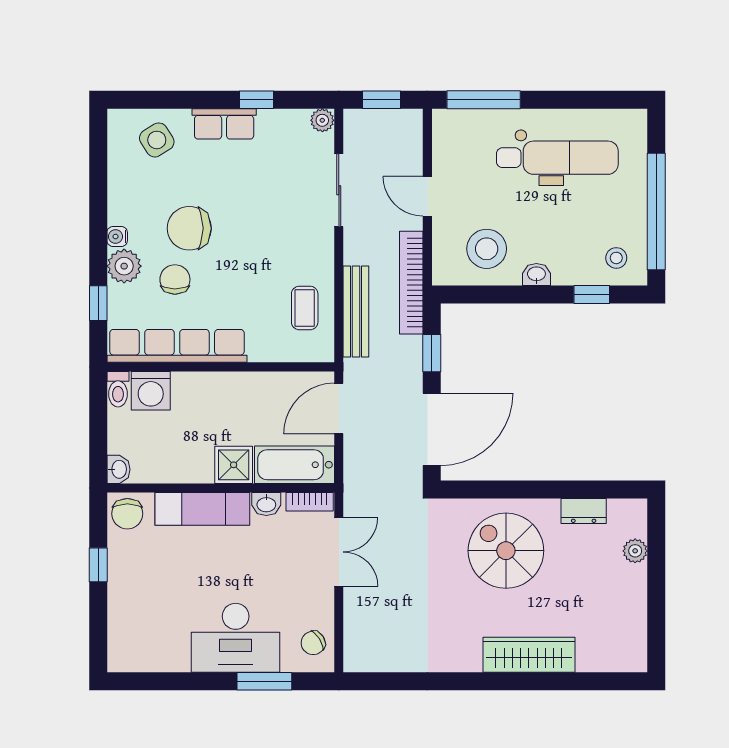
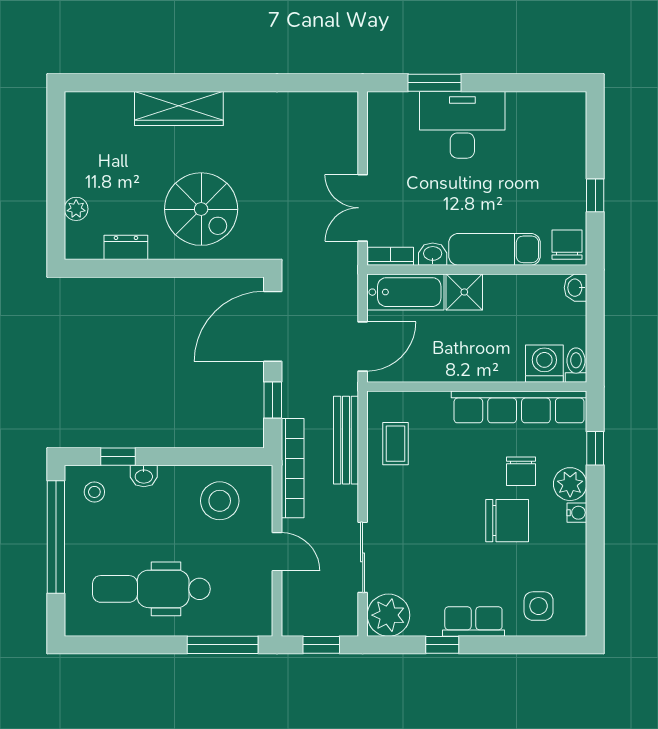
plant: (322, 120) -> (388, 615), width x1.88, depth x1.88
side table: (157, 140) -> (539, 606), turned 32
washbasin: (536, 275) -> (144, 476), moved
chair: (313, 643) -> (387, 120), removed

